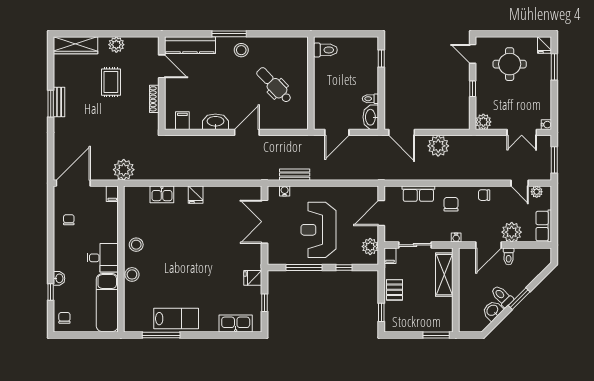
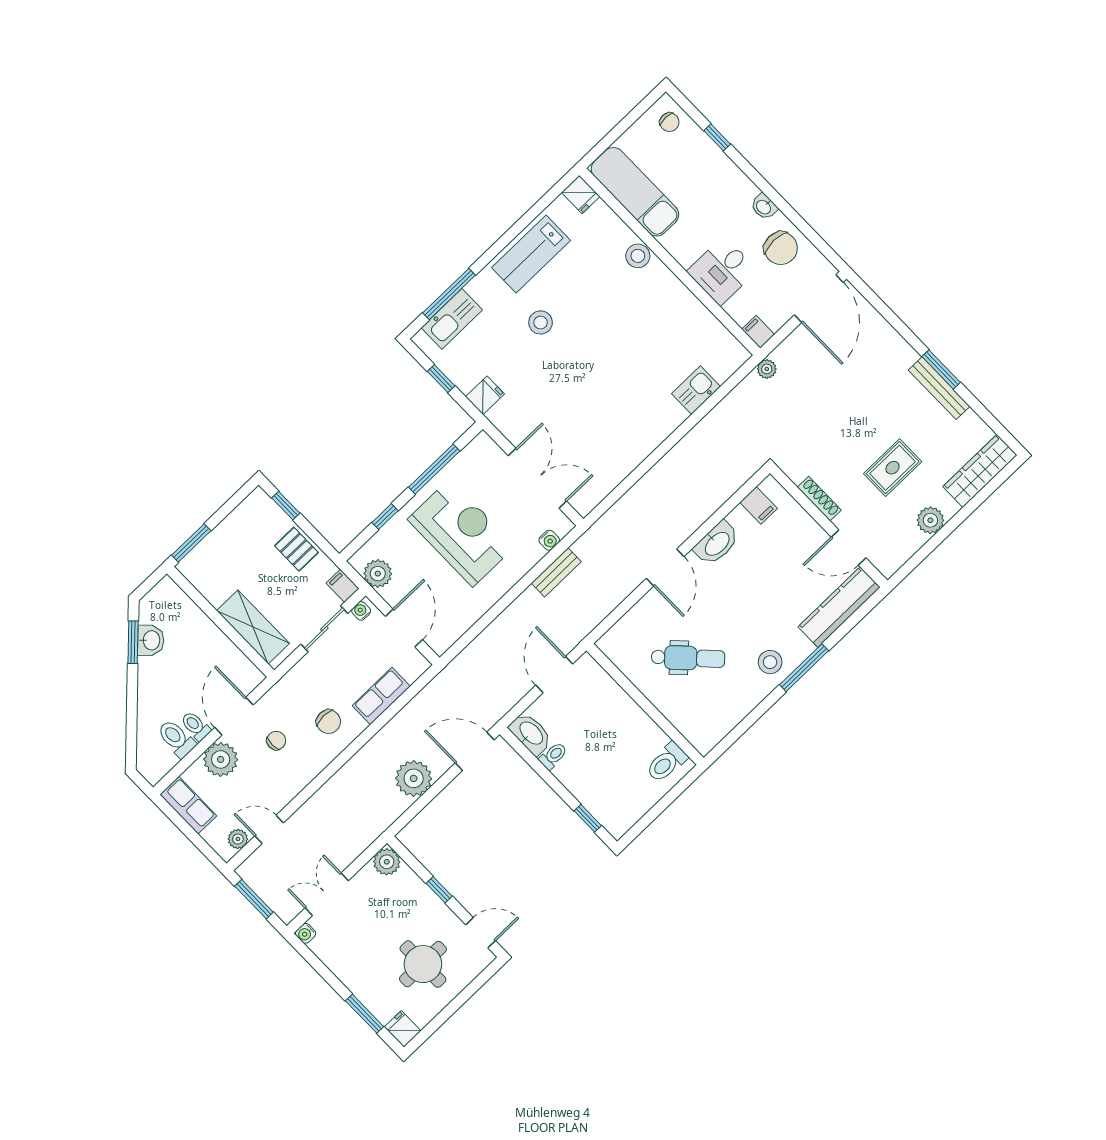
rug: (111, 82) -> (893, 468), turned 90
bench: (59, 102) -> (939, 388), width x1.36
plant: (124, 170) -> (767, 369), width x0.53, depth x0.53
fridge: (196, 195) -> (581, 194), moved, turned 180
chair: (484, 195) -> (276, 741), moved
chair: (69, 220) -> (781, 248), width x1.87, depth x1.87
water cooler: (456, 238) -> (361, 611), moved
stool: (136, 245) -> (541, 322), moved
desk: (103, 258) -> (722, 271), moved
washbasin: (59, 278) -> (764, 207), moved
toilet: (502, 296) -> (176, 739), moved, turned -135
window: (519, 299) -> (133, 642), moved
window: (161, 335) -> (449, 294), moved

